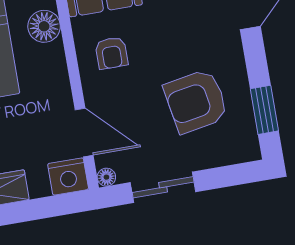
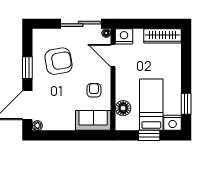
window: (264, 110) -> (27, 68), moved
sliding door: (163, 187) -> (81, 24), width x1.37

